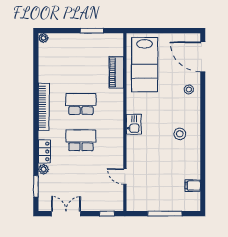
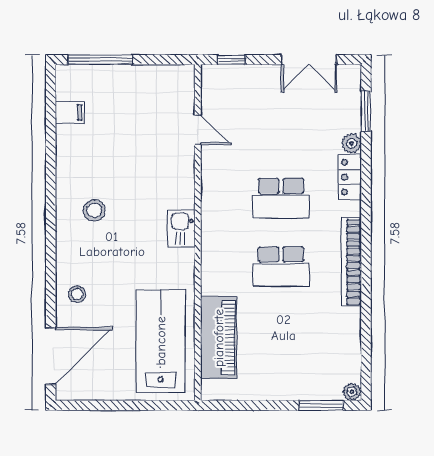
window: (92, 31) -> (321, 405), moved
door: (203, 57) -> (51, 356), hinge flipped
piano: (116, 72) -> (219, 338), width x1.37, depth x1.33
window: (165, 214) -> (100, 60), moved

